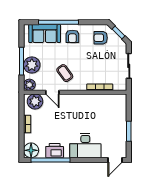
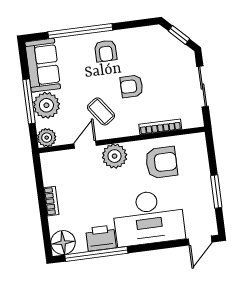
sofa: (45, 33) -> (43, 65), moved, turned -90
armchair: (101, 38) -> (132, 86), moved
door: (52, 92) -> (85, 145), swing flipped
plant: (35, 101) -> (115, 156), moved
armchair: (98, 109) -> (161, 162), added
desk: (85, 146) -> (149, 218), width x1.36, depth x1.30

